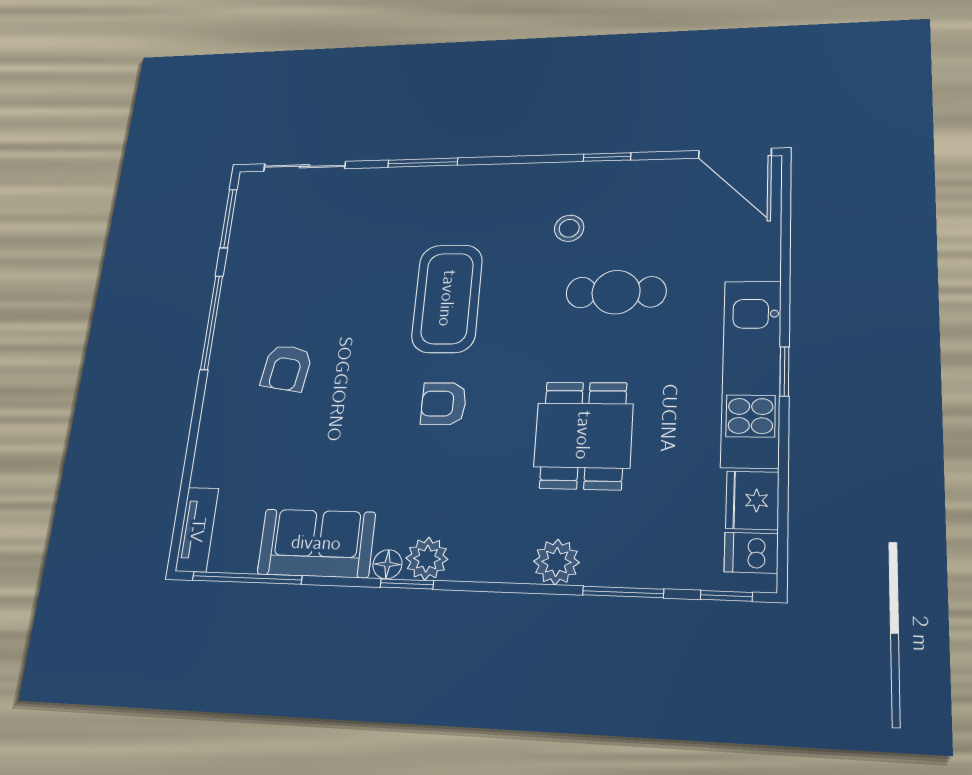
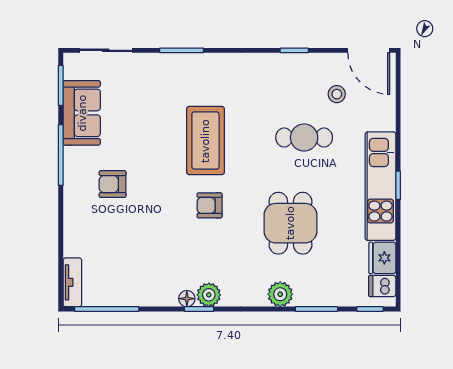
stool: (569, 228) -> (337, 94), moved
armchair: (286, 368) -> (113, 184), turned 81
sofa: (316, 543) -> (82, 113), moved, turned 90

